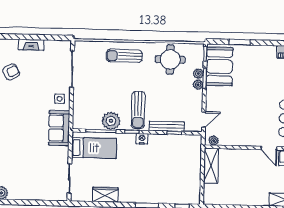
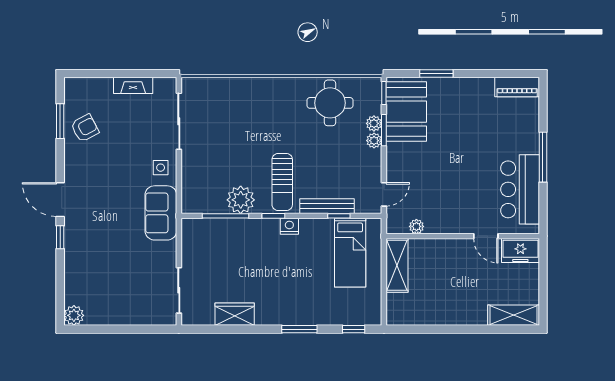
fireplace: (31, 45) -> (133, 85), moved
sun lounger: (124, 56) -> (259, 99), removed
plant: (214, 141) -> (416, 226), moved
bed: (94, 148) -> (350, 253), moved, turned 90

